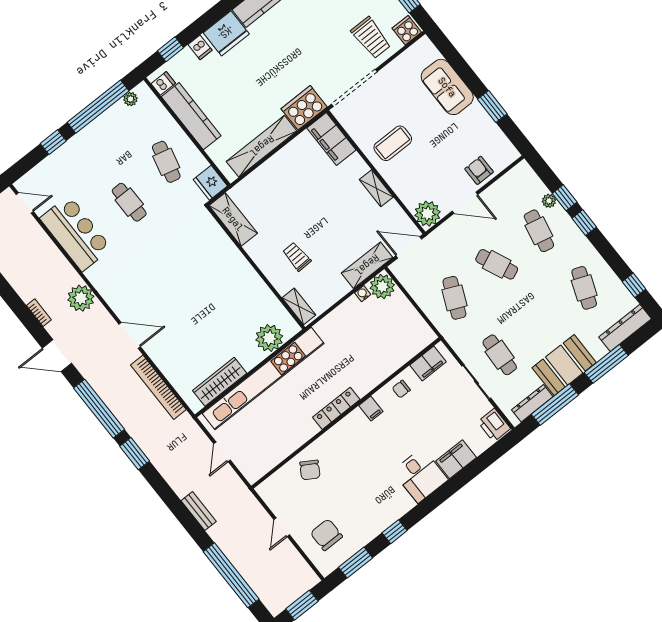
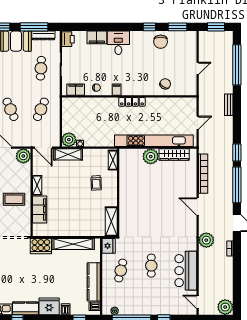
filing cabinet: (331, 139) -> (40, 209), moved
plant: (269, 338) -> (151, 156), moved
chair: (326, 535) -> (161, 42), moved

